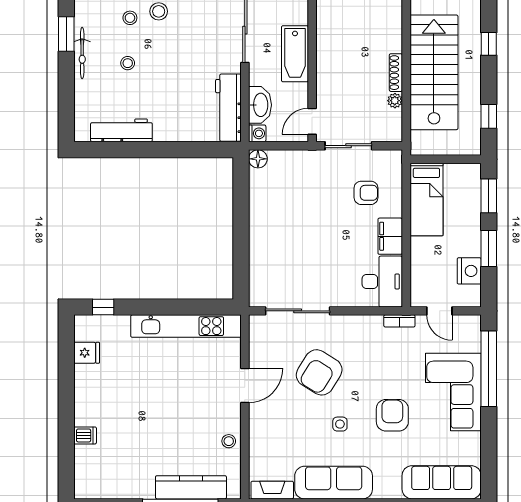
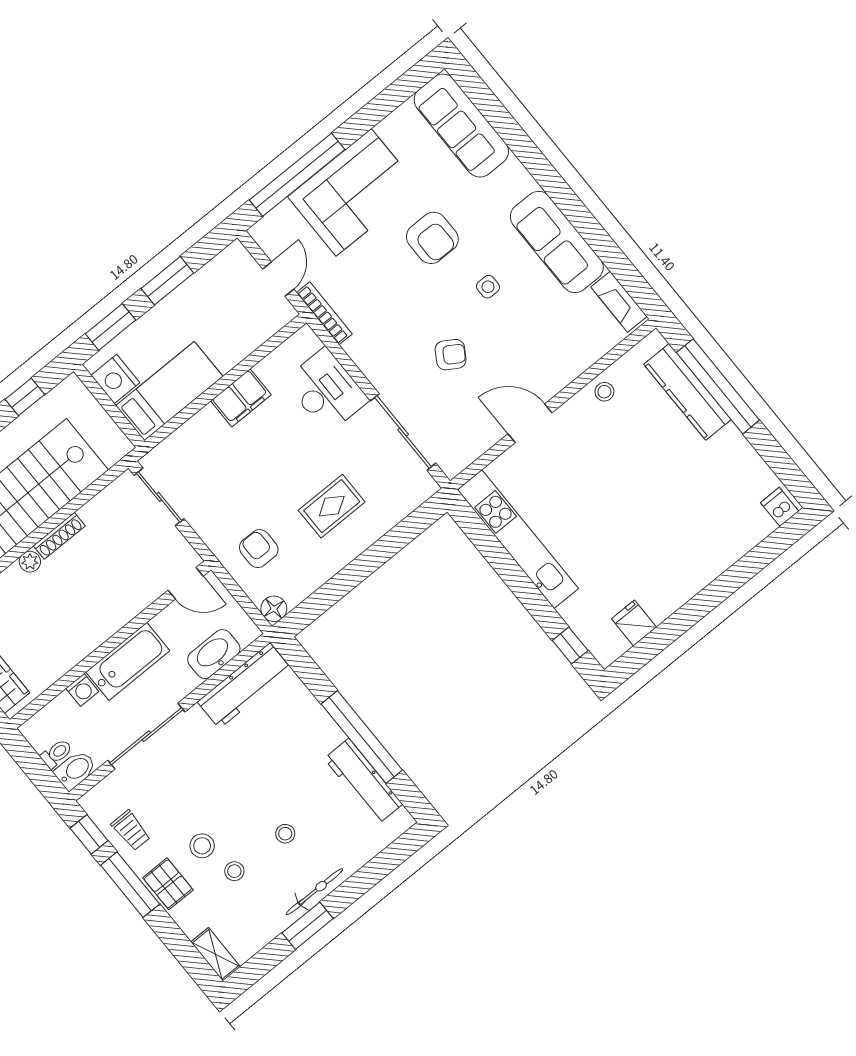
plant: (395, 101) -> (30, 562), moved
washing machine: (257, 133) -> (82, 690), moved, turned 180
sliding door: (348, 146) -> (159, 497), moved
window: (147, 150) -> (362, 737), added
armchair: (366, 193) -> (259, 549), moved
rug: (289, 238) -> (332, 506), added
nightstand: (469, 271) -> (115, 379), moved, turned -90
desk: (382, 282) -> (326, 391), moved, turned 90
bookcase: (399, 321) -> (324, 313), width x1.56
armchair: (319, 372) -> (451, 355), width x0.53, depth x0.53
armchair: (392, 415) -> (432, 238), turned -90
dishwasher: (85, 435) -> (780, 507), moved

